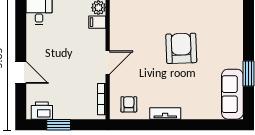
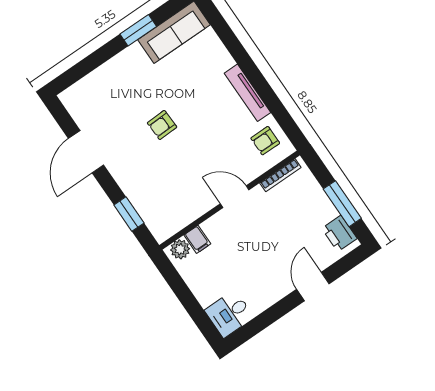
armchair: (181, 48) -> (162, 125), width x0.53, depth x0.53
tv unit: (165, 113) -> (247, 93), width x1.41
window: (59, 125) -> (342, 204), width x1.44

